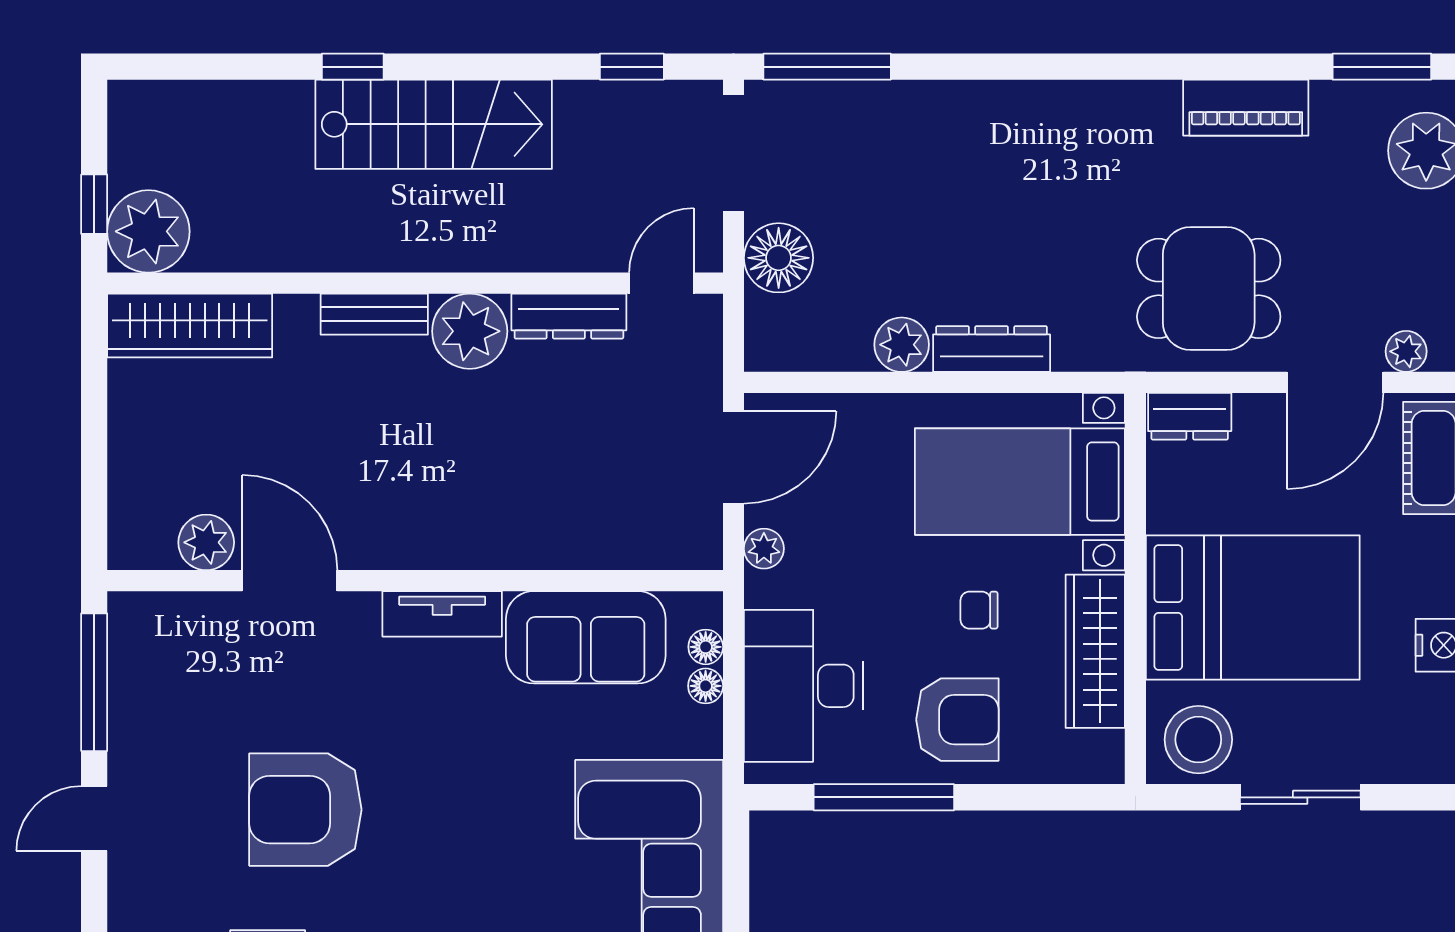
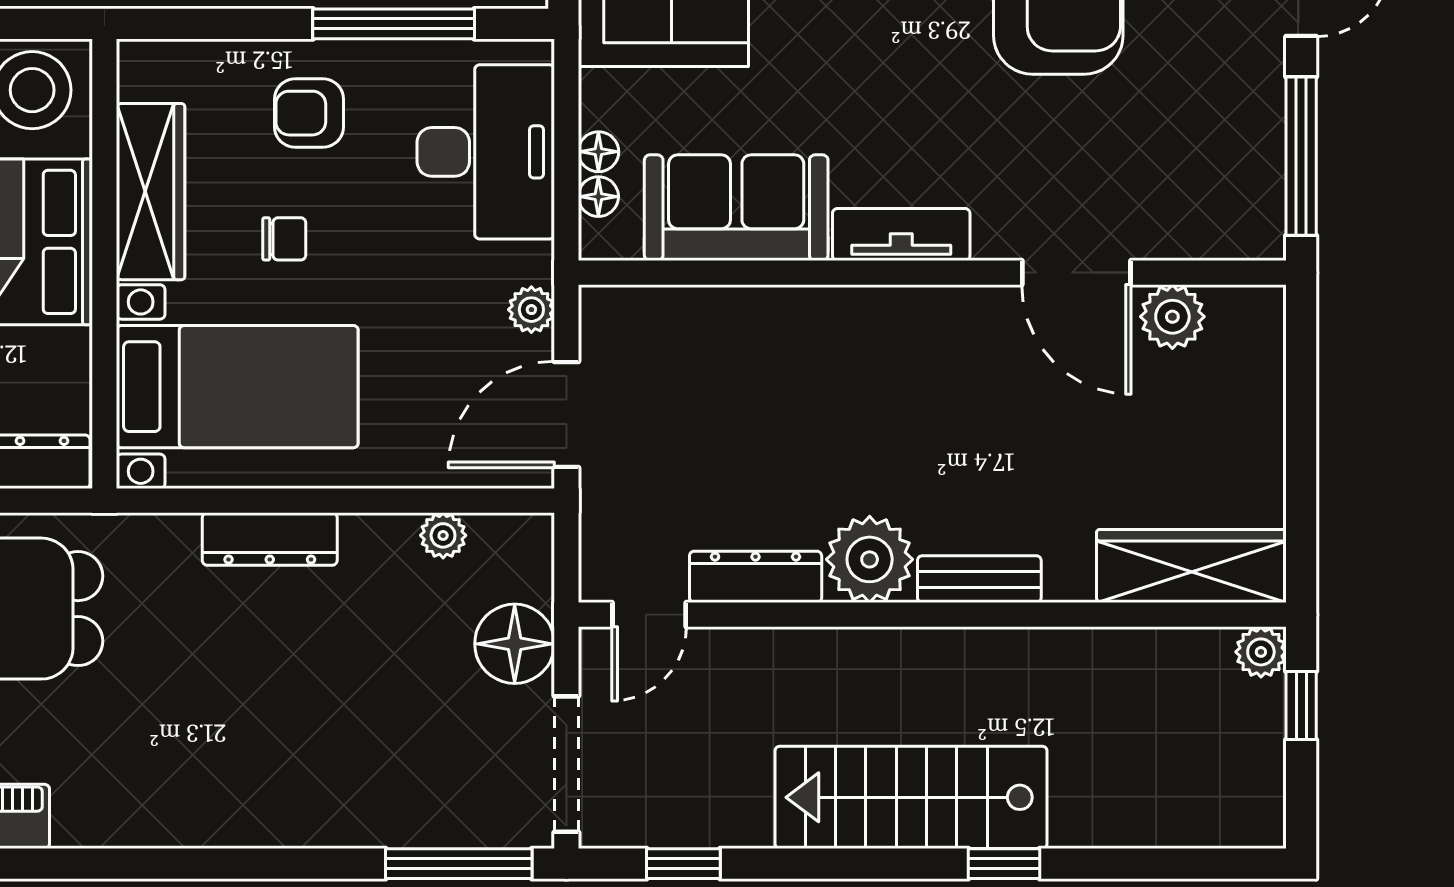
plant: (148, 231) -> (1261, 652), width x0.53, depth x0.53
plant: (902, 345) -> (443, 535), moved, width x0.73, depth x0.73
armchair: (957, 720) -> (309, 113), width x0.72, depth x0.72

